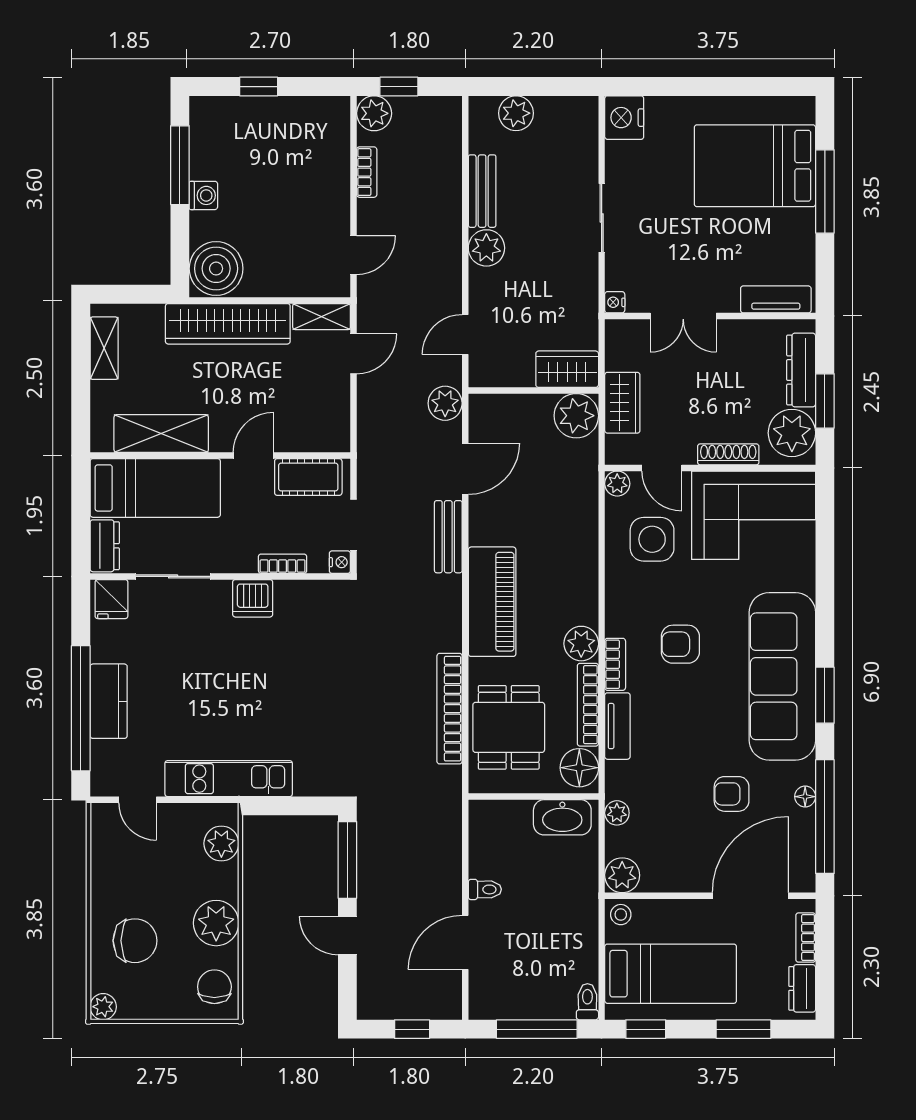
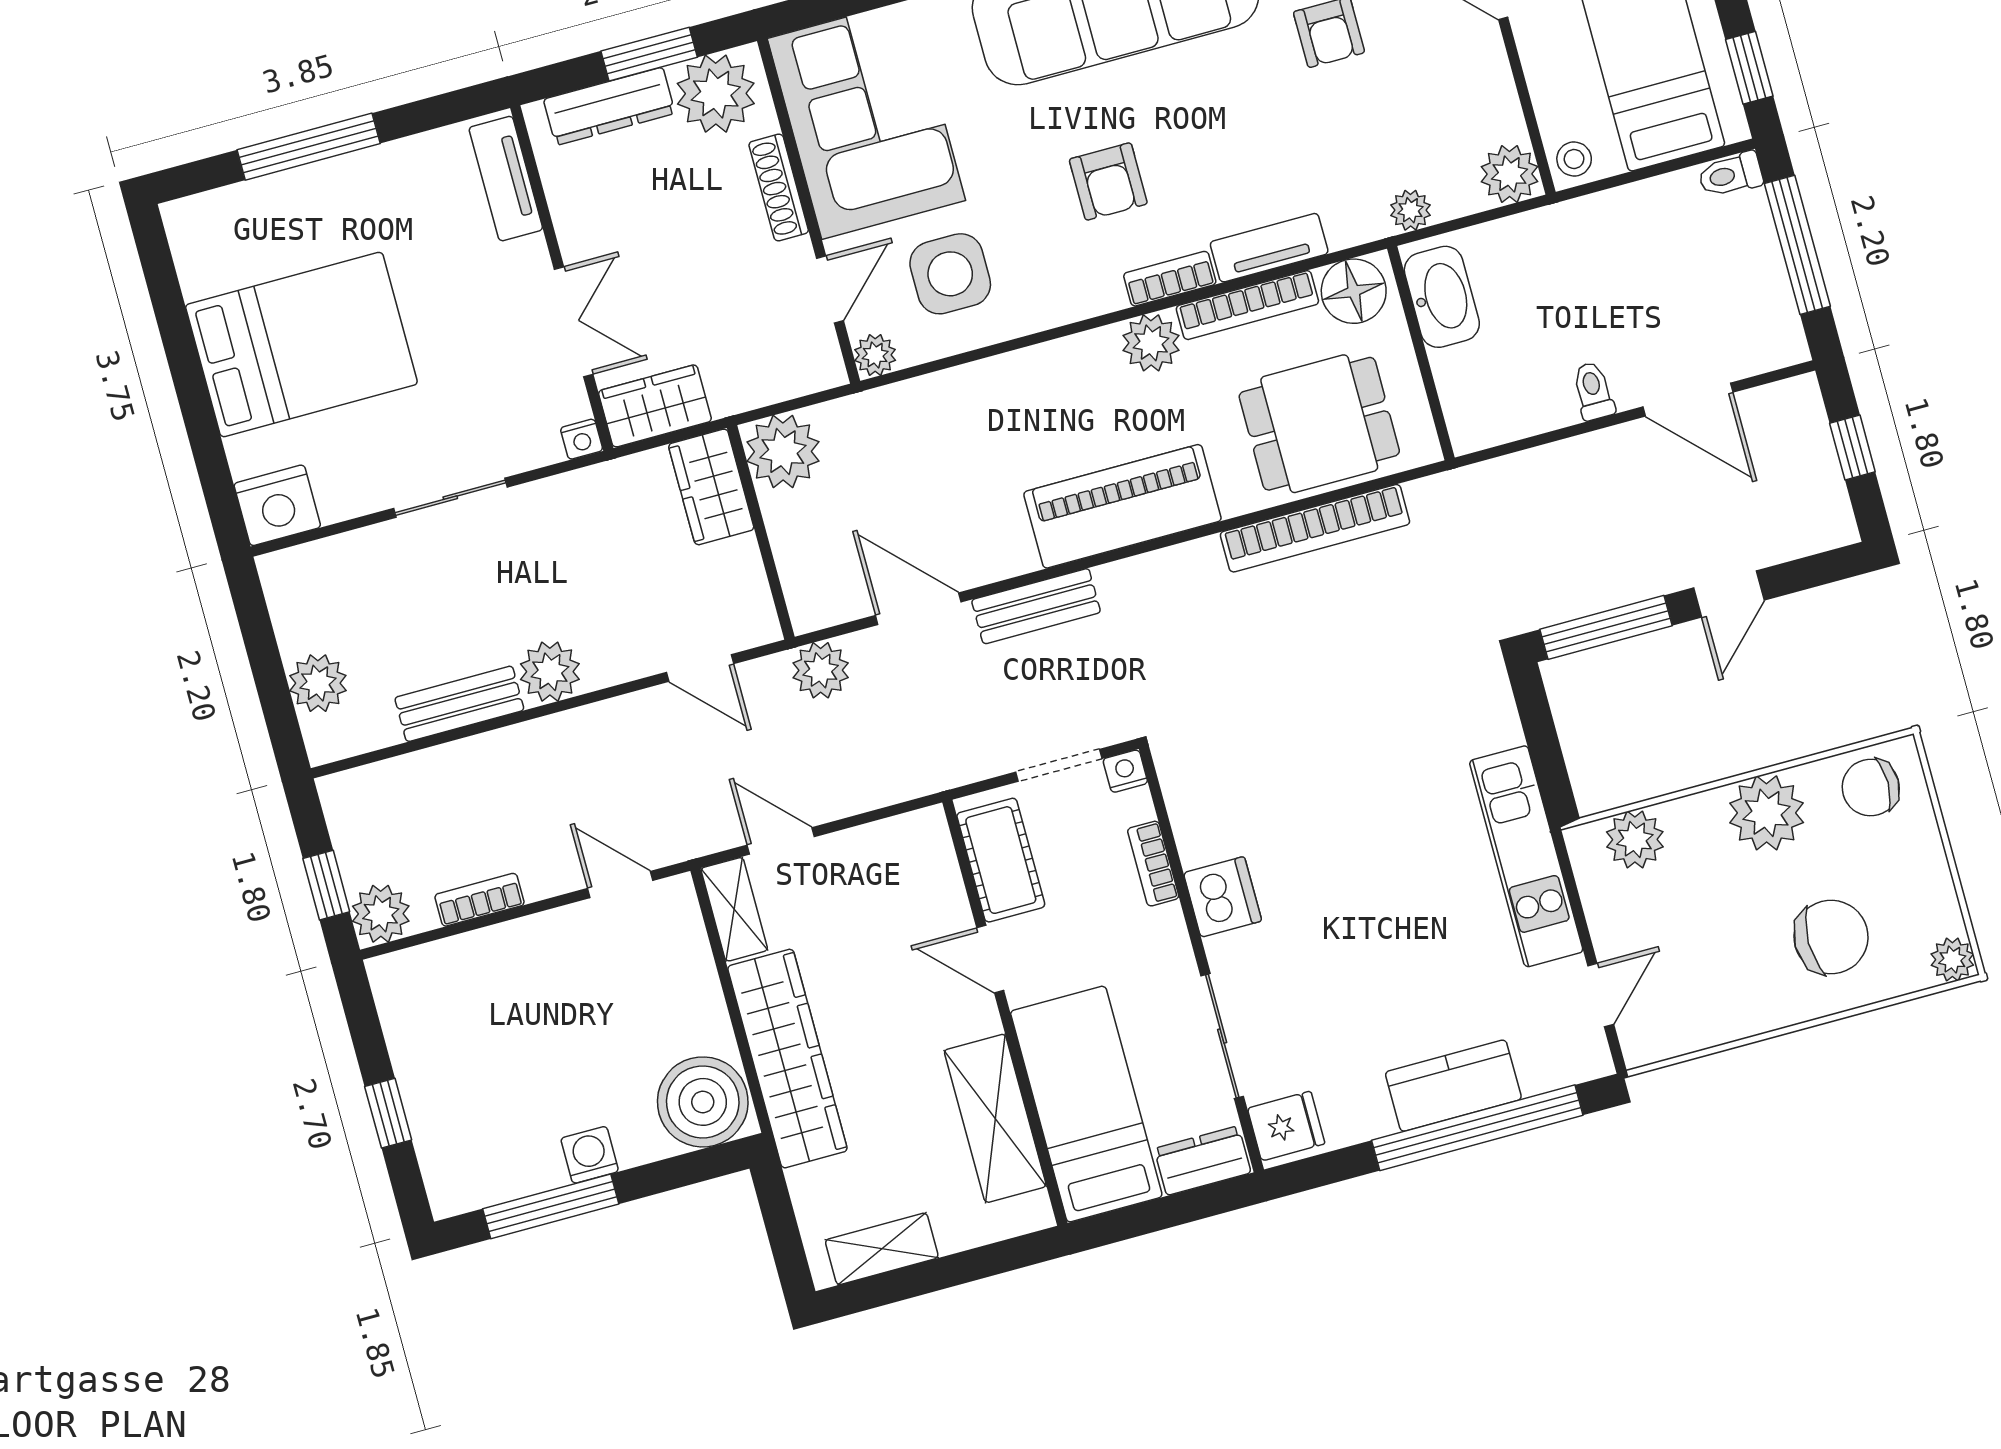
bed: (755, 166) -> (301, 345), moved, turned -90
wardrobe: (622, 403) -> (655, 406), moved
chair: (135, 941) -> (1831, 937), turned 90

